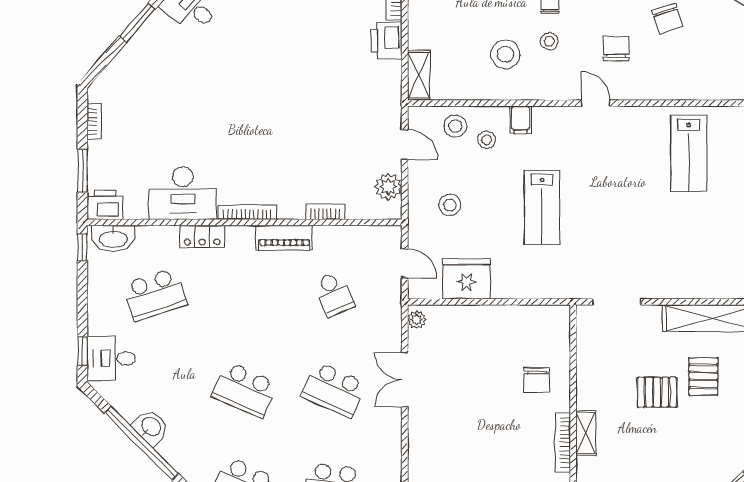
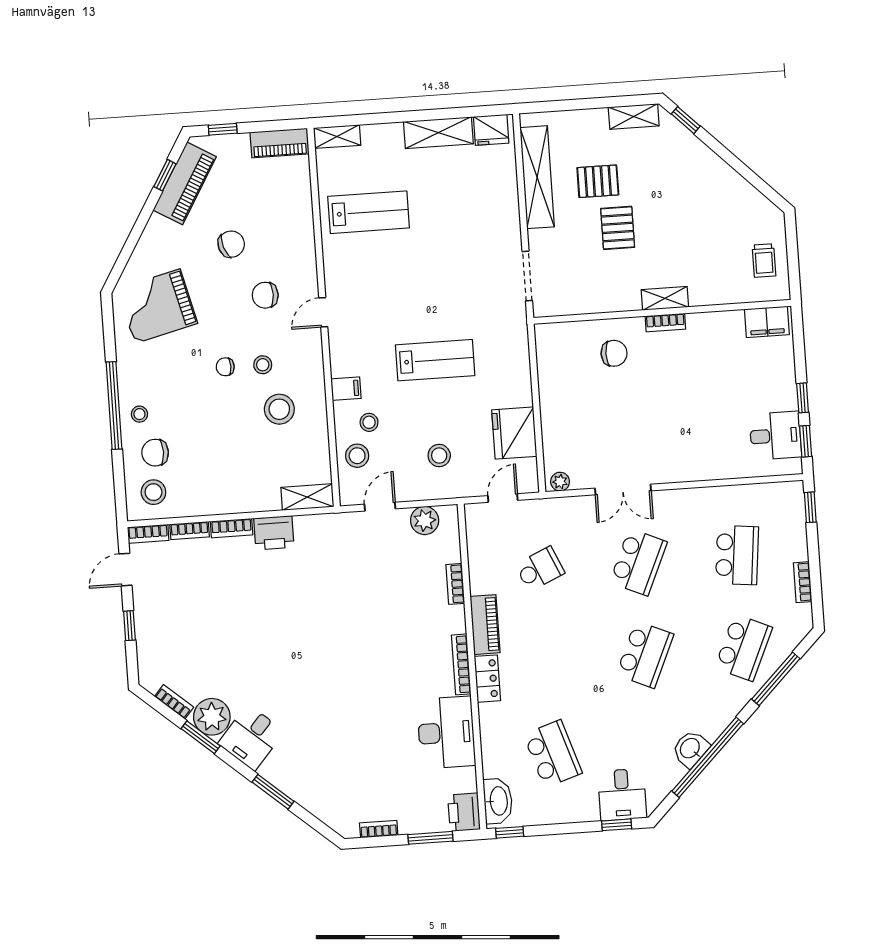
locker: (202, 236) -> (487, 679), moved
bookcase: (563, 443) -> (665, 322), width x0.64

